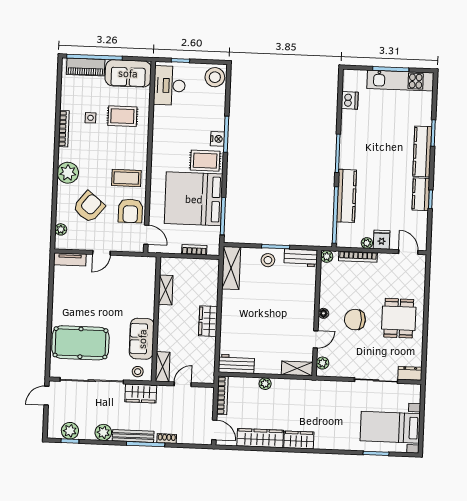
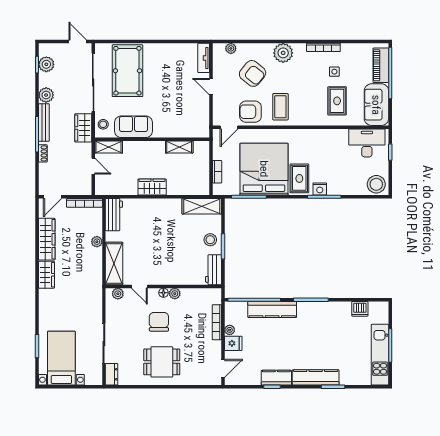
plant: (327, 256) -> (175, 294), moved
shelving: (297, 369) -> (114, 263), width x1.50, depth x1.33

